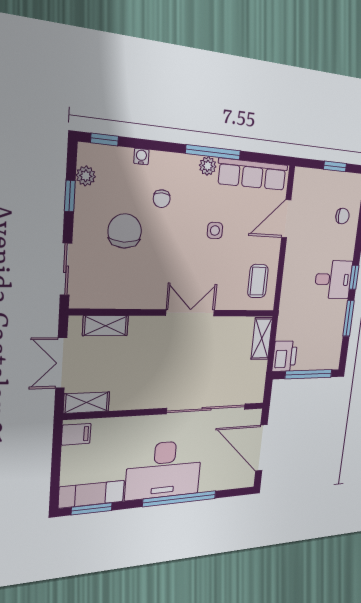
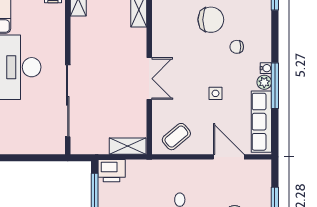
water cooler: (141, 156) -> (266, 68), moved
coffee table: (258, 281) -> (176, 137), turned -40
door: (261, 448) -> (28, 158), removed

